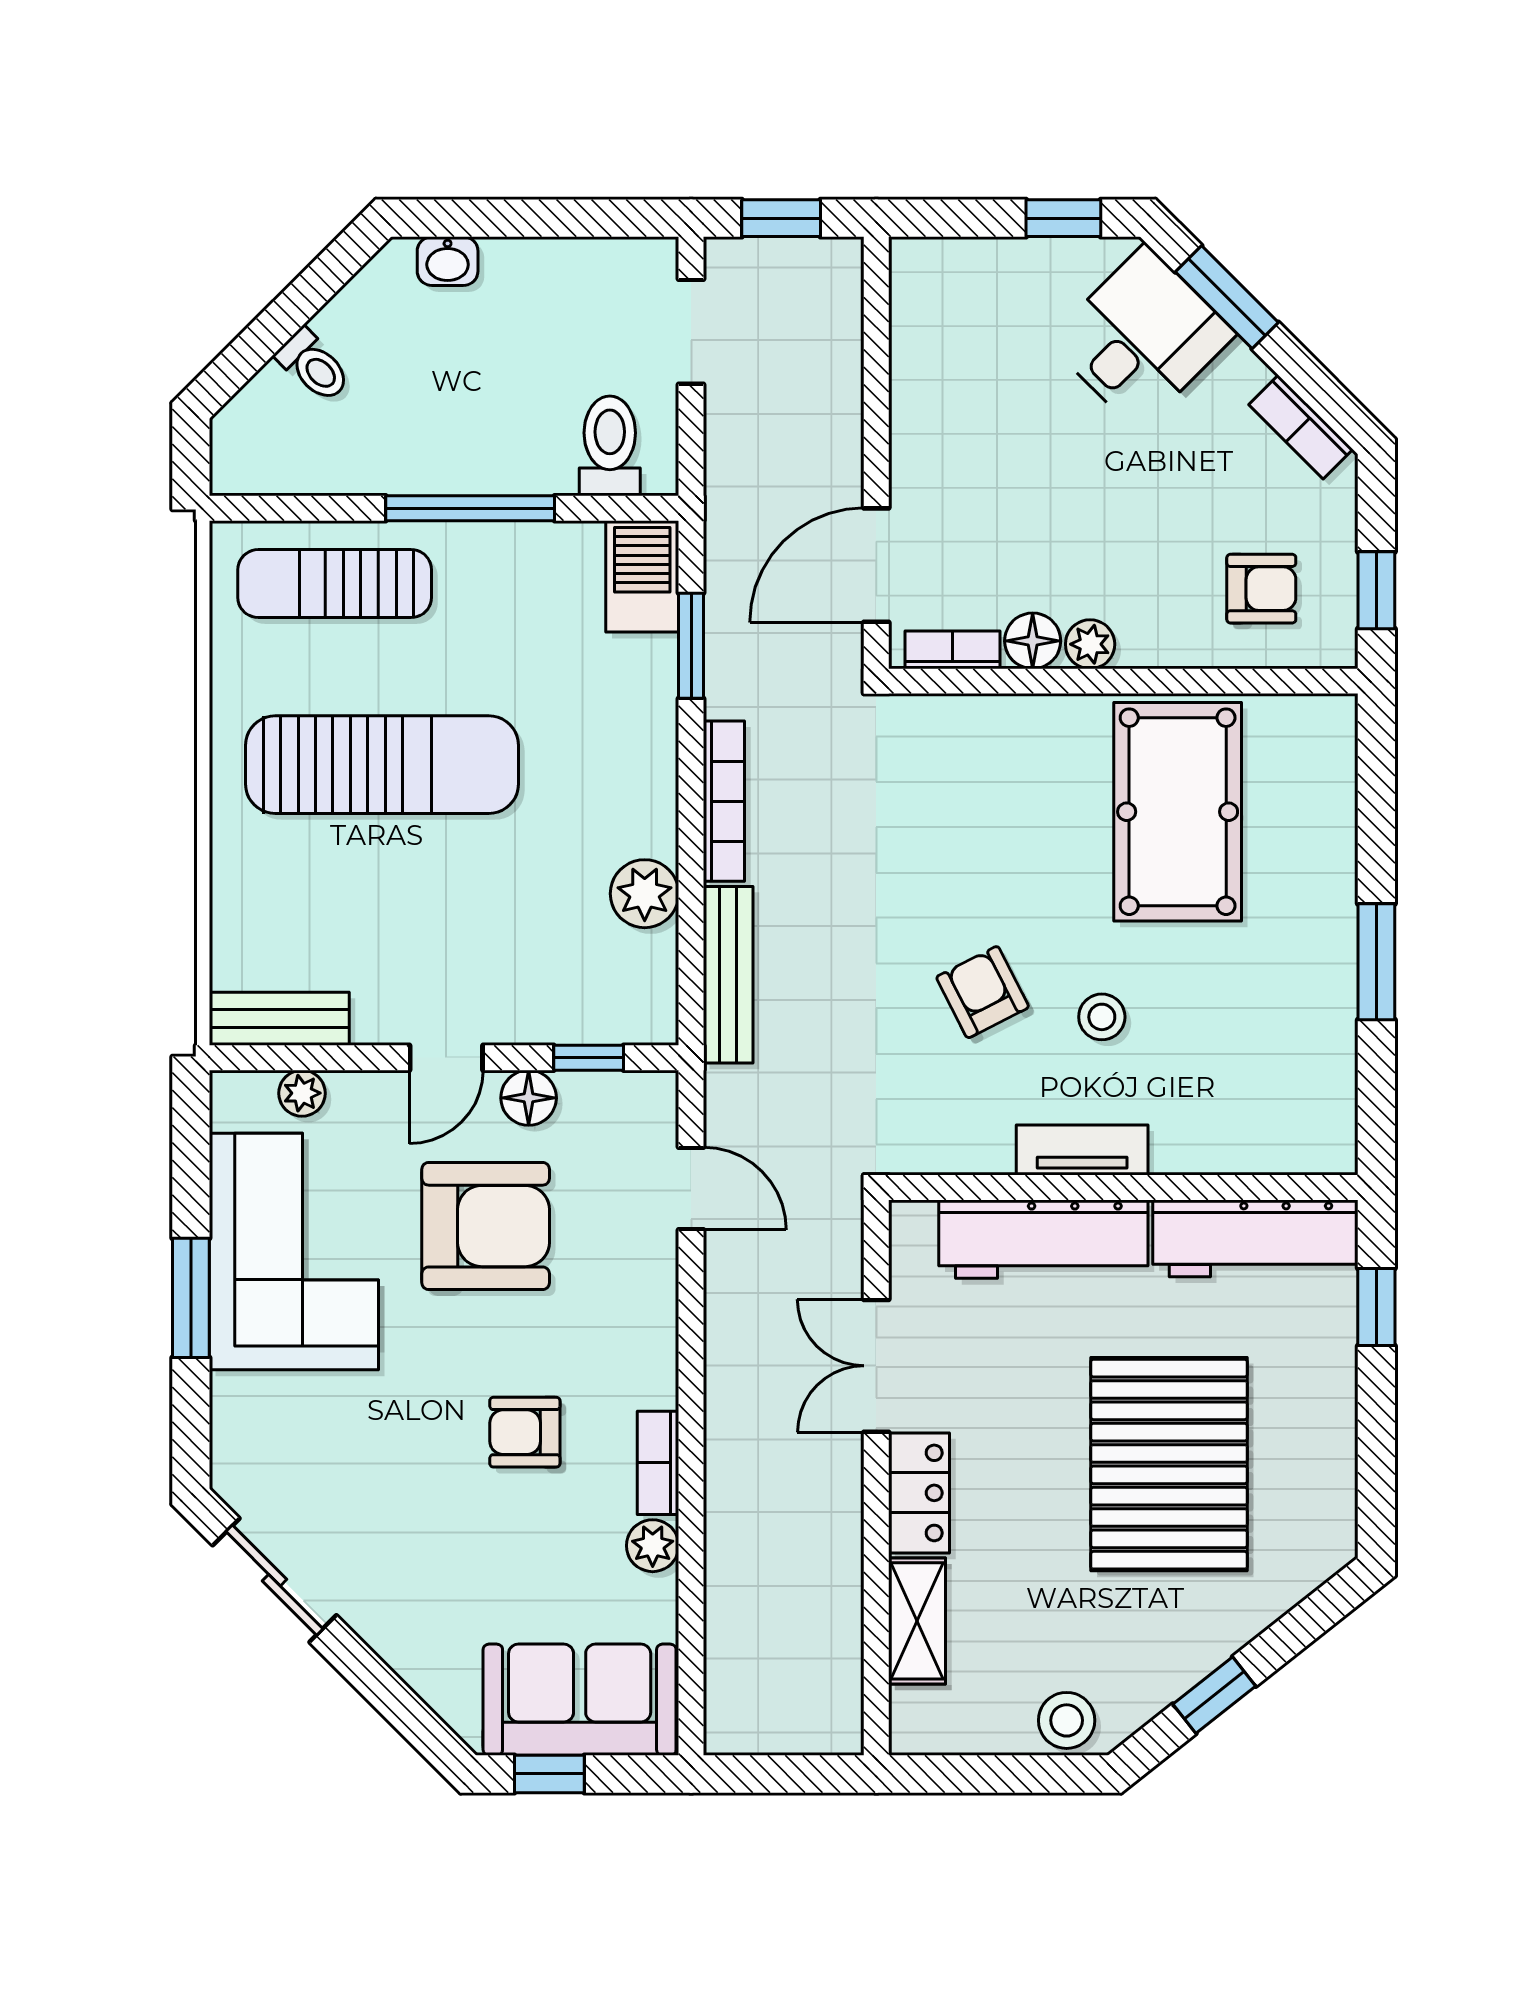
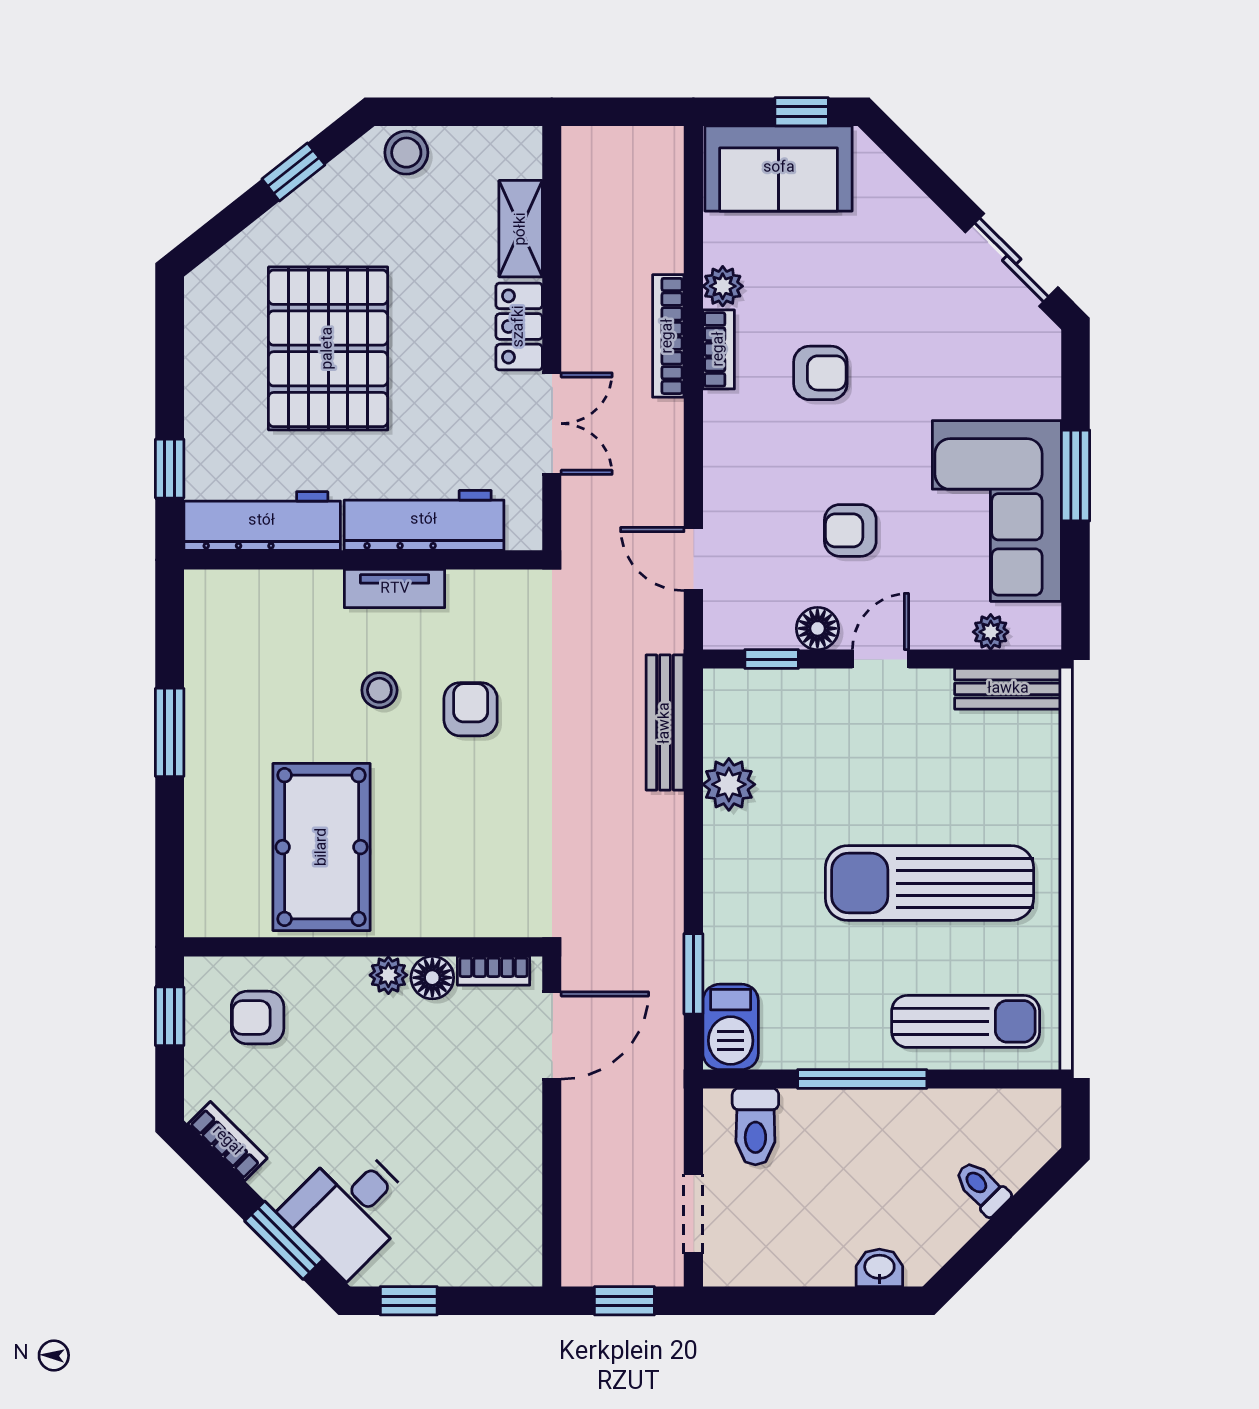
bookcase: (724, 801) -> (668, 336), moved
armchair: (983, 992) -> (471, 709), turned -153
armchair: (486, 1226) -> (850, 530), width x0.53, depth x0.53

